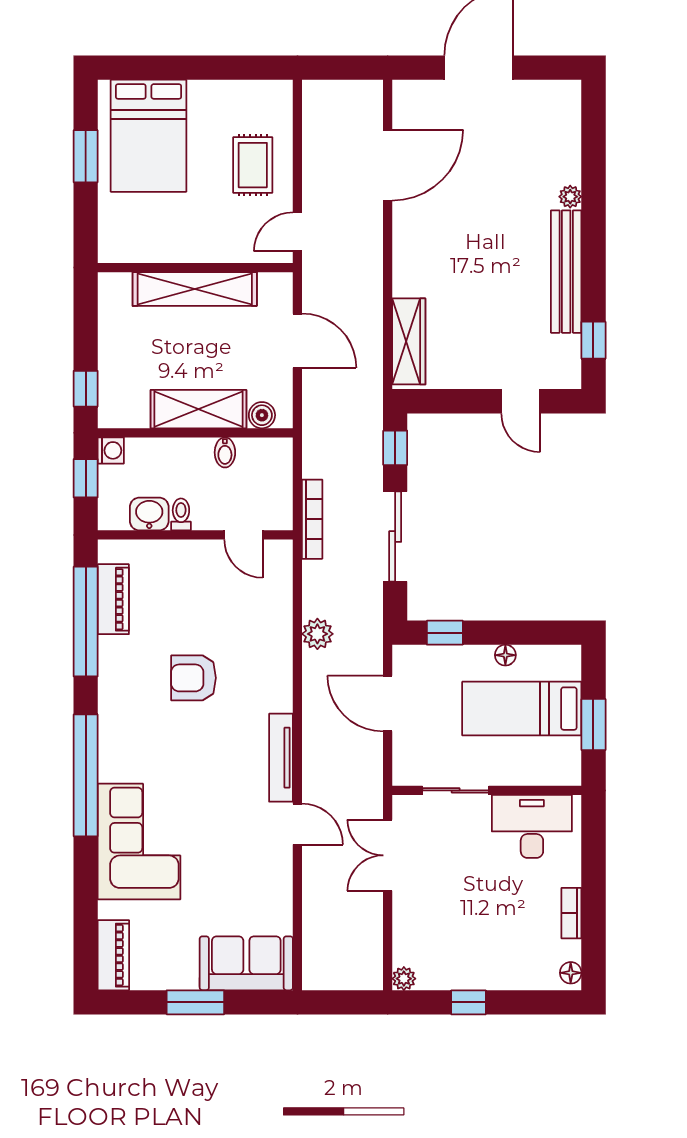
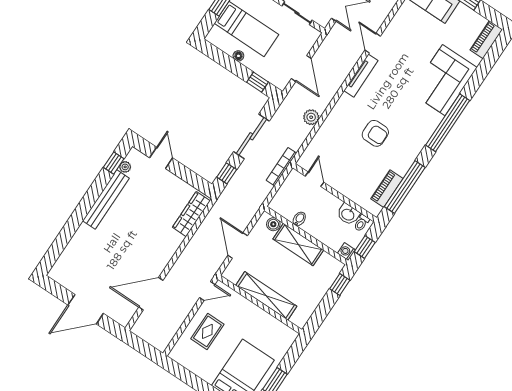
plant: (570, 197) -> (125, 167), moved
toilet: (181, 514) -> (361, 223), moved

